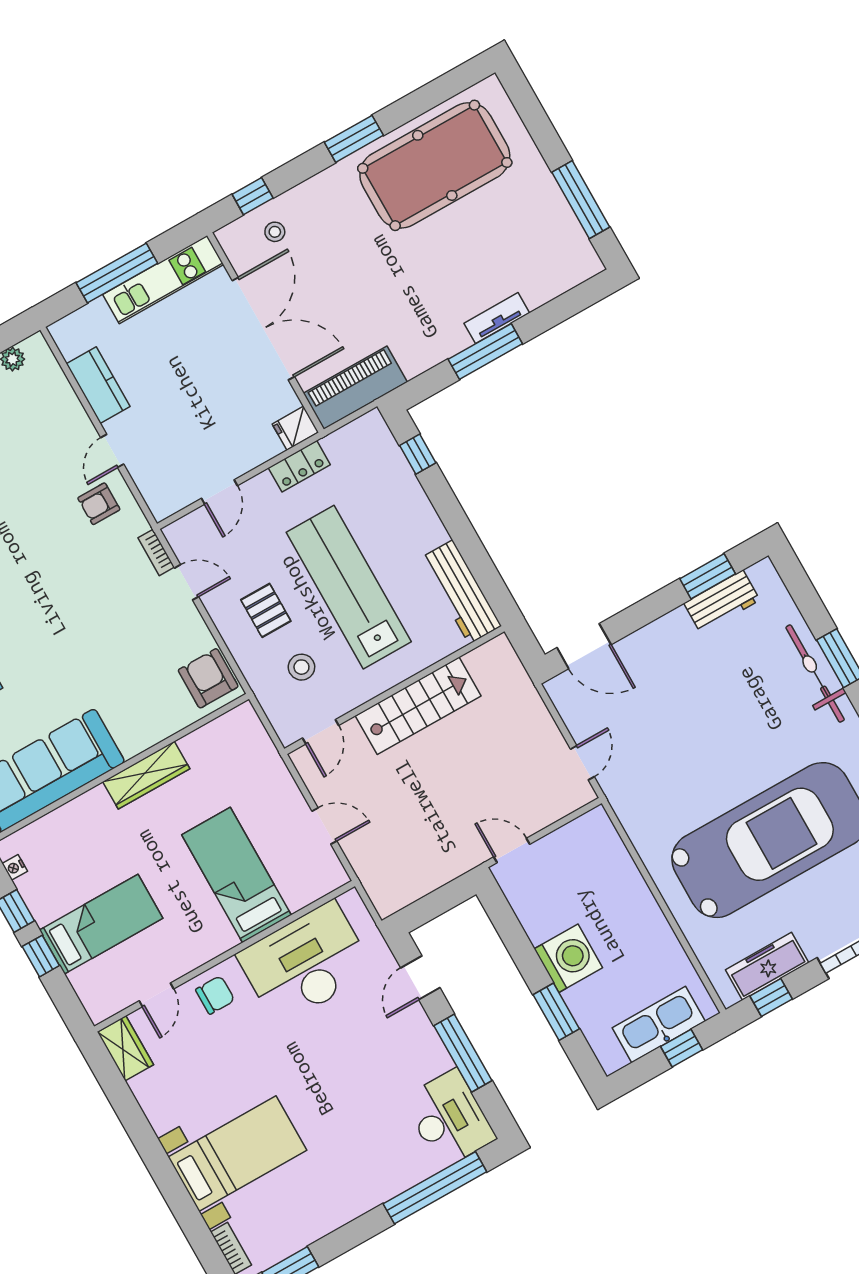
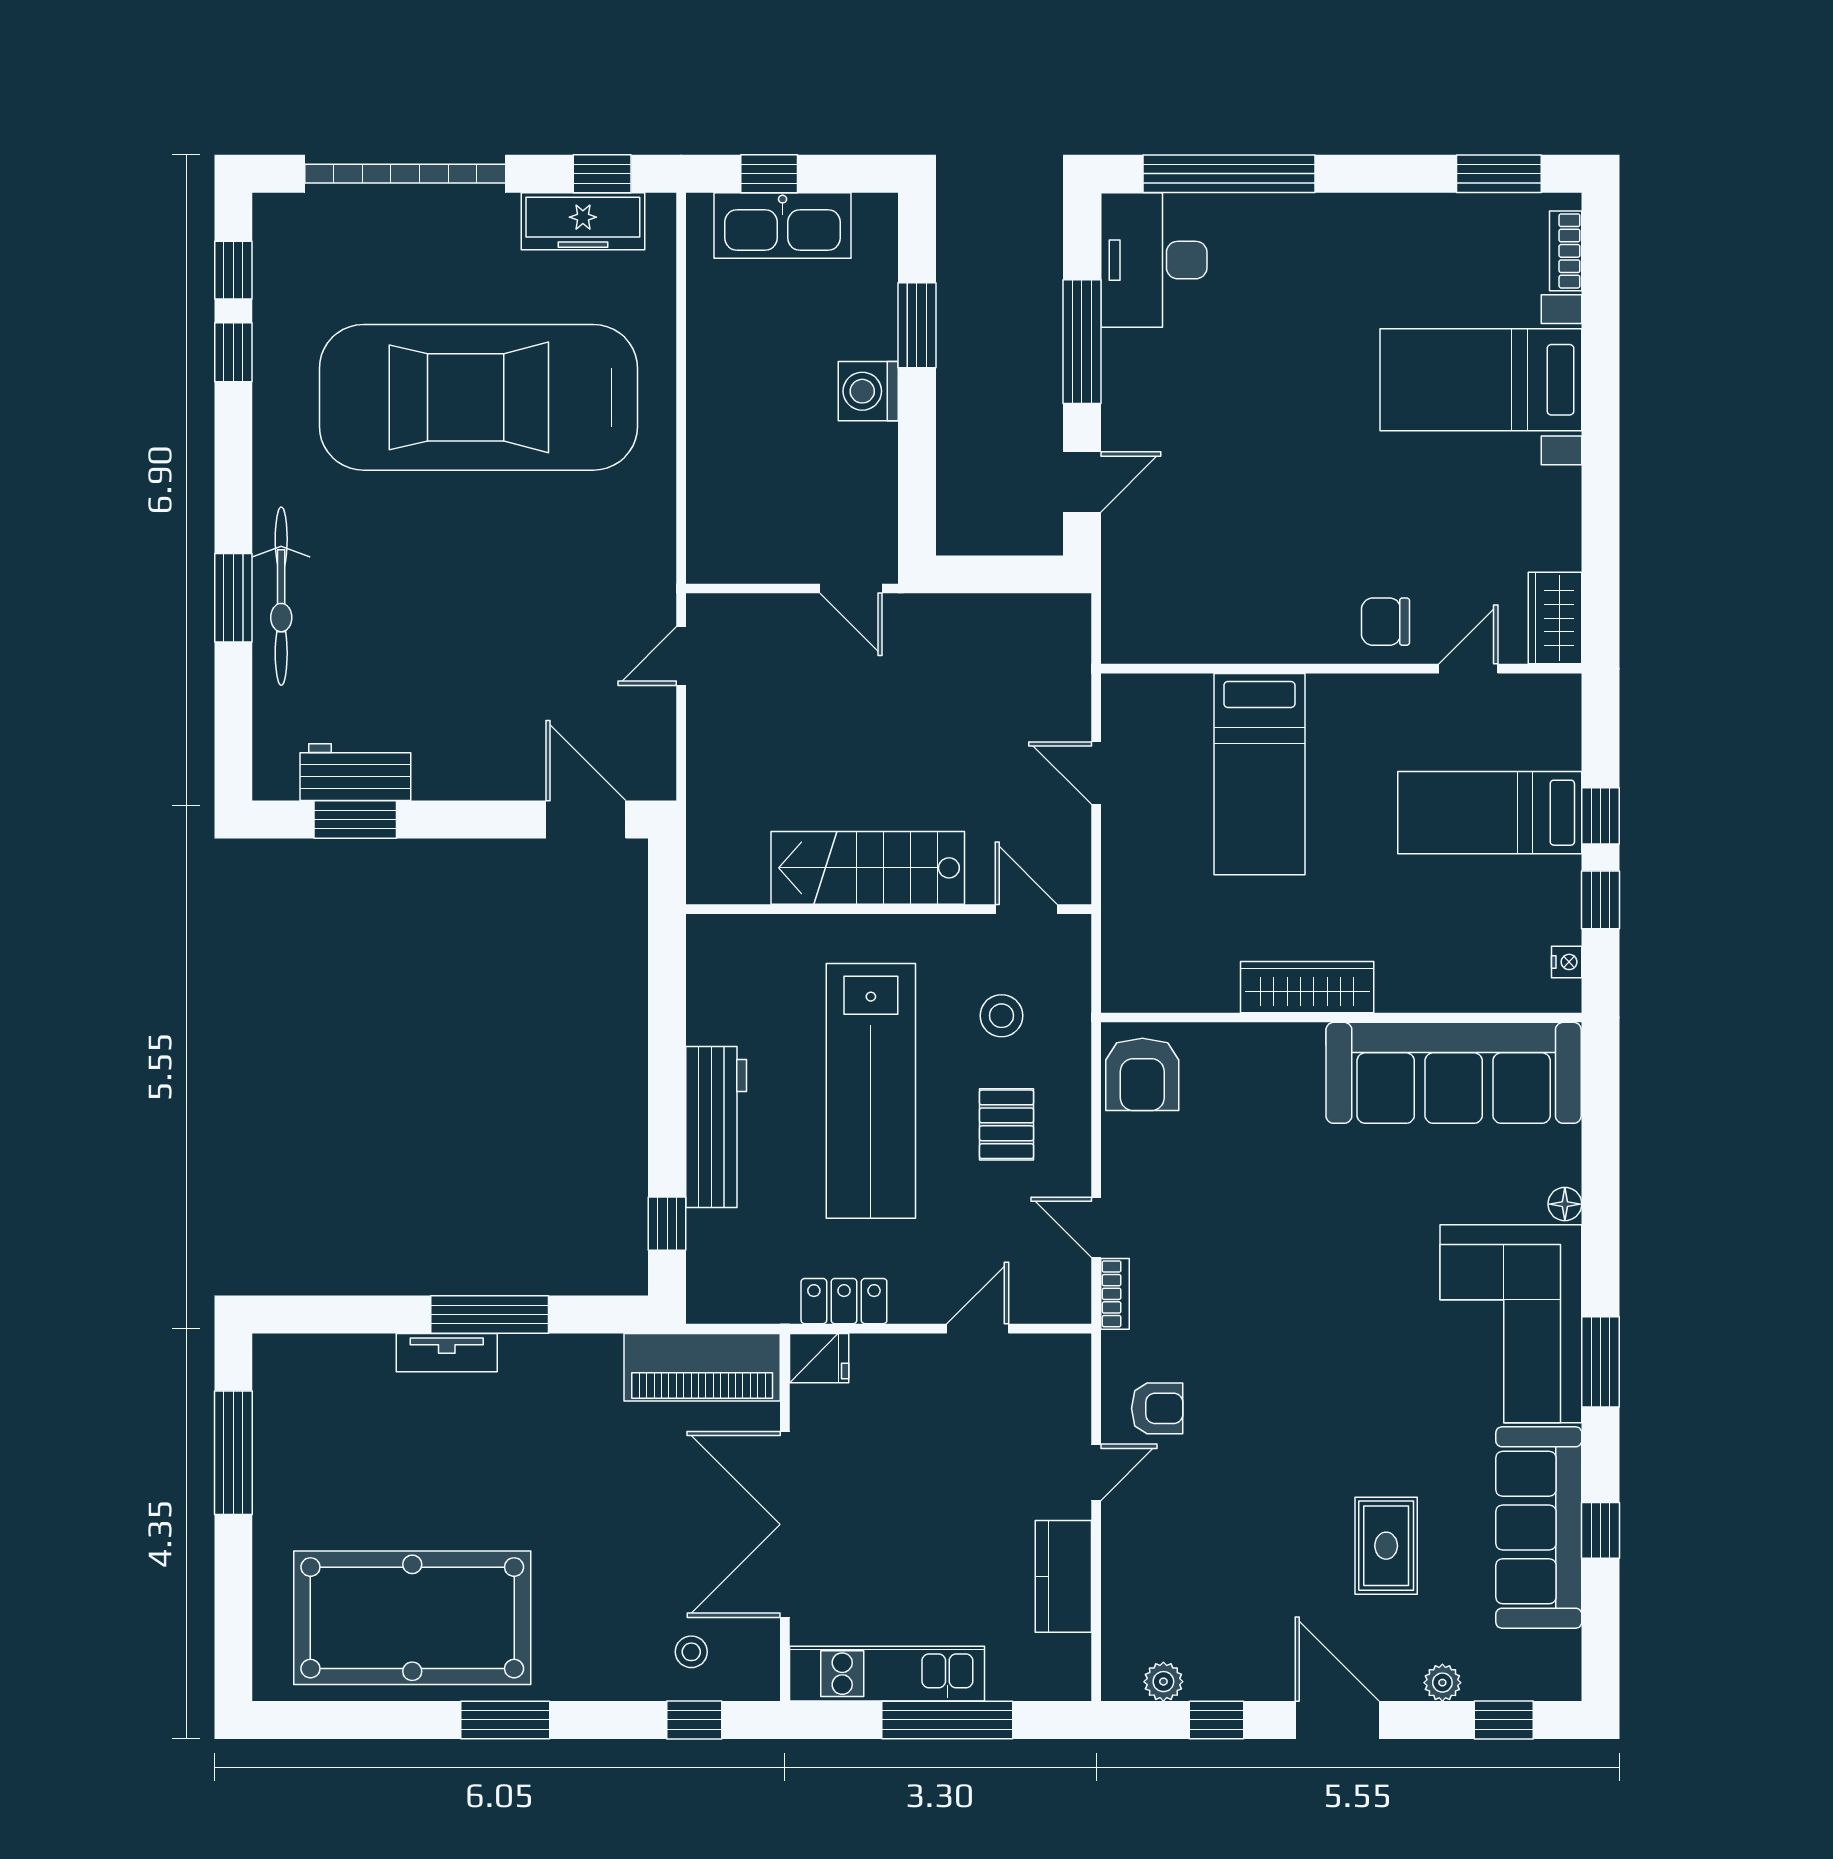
workbench: (461, 592) -> (716, 1127), moved
door: (321, 732) -> (1026, 909), hinge flipped
washing machine: (568, 958) -> (868, 391), width x0.73, depth x0.73
desk: (306, 963) -> (1232, 594), removed

